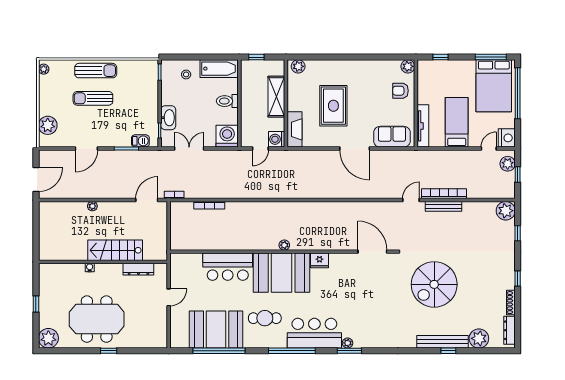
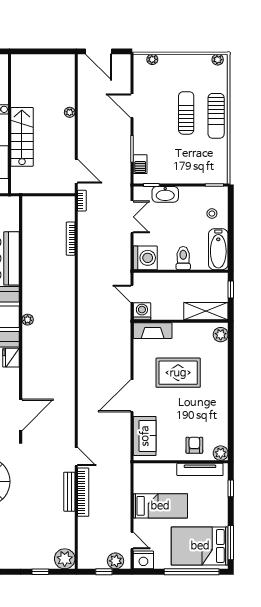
shelving: (276, 97) -> (206, 311), moved
plant: (48, 125) -> (152, 59), width x0.53, depth x0.53
tv unit: (423, 126) -> (200, 469), moved

